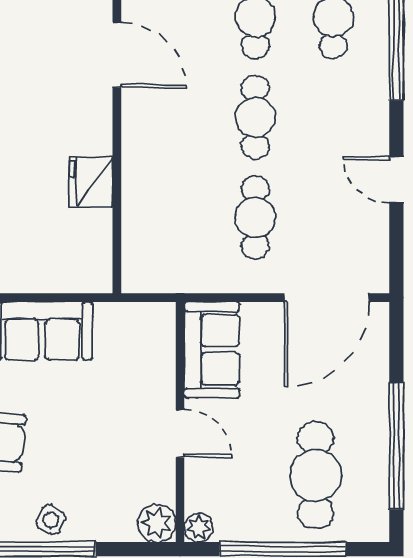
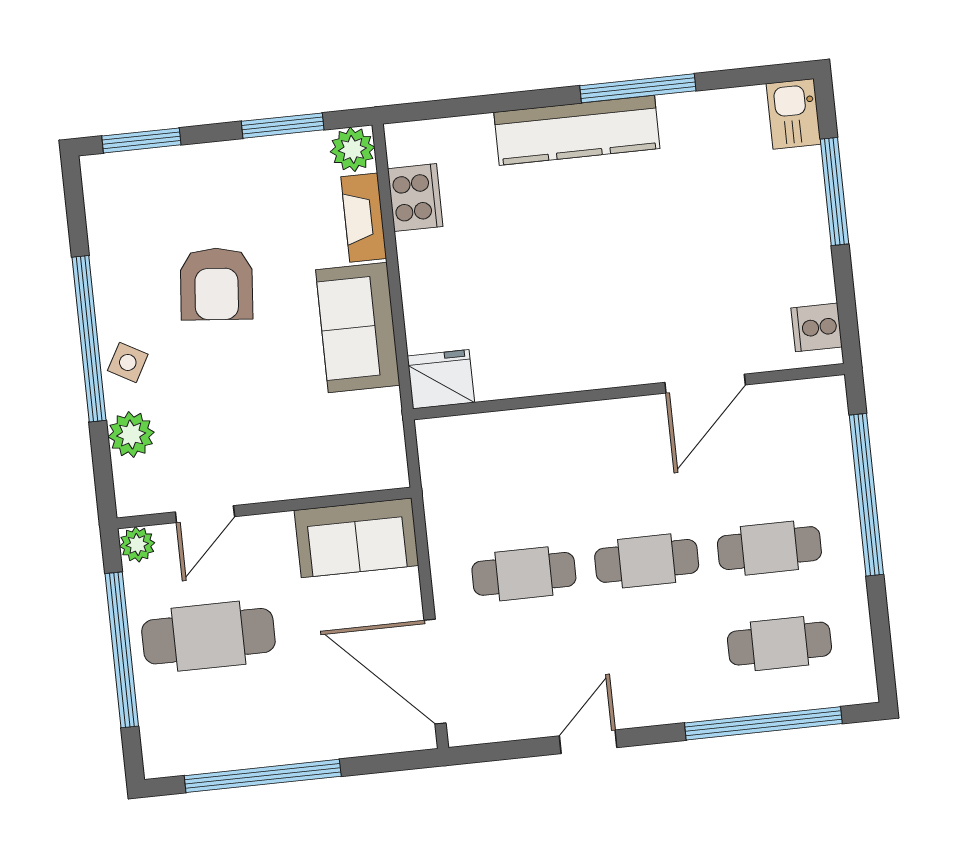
fridge: (91, 182) -> (441, 379), moved
door: (180, 434) -> (205, 514), moved
cafe table: (316, 475) -> (208, 636), moved
plant: (157, 523) -> (131, 435), moved

